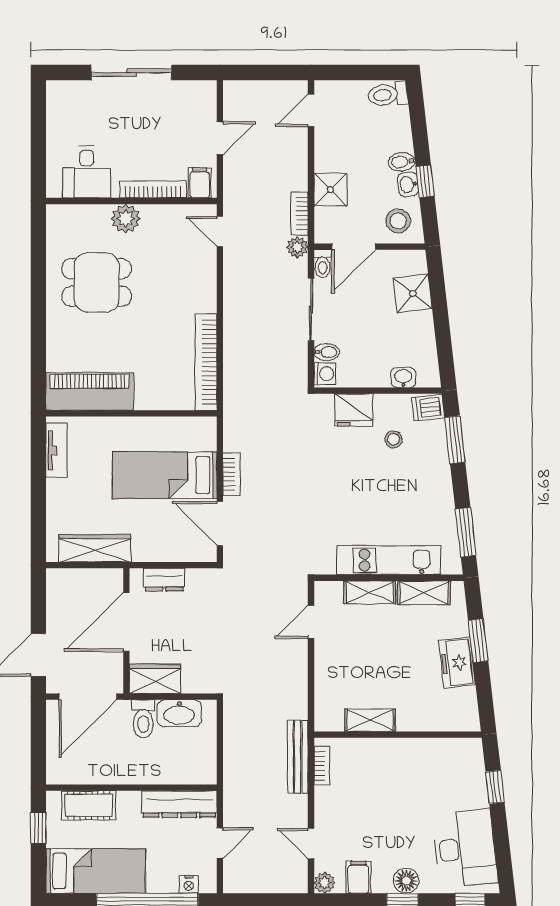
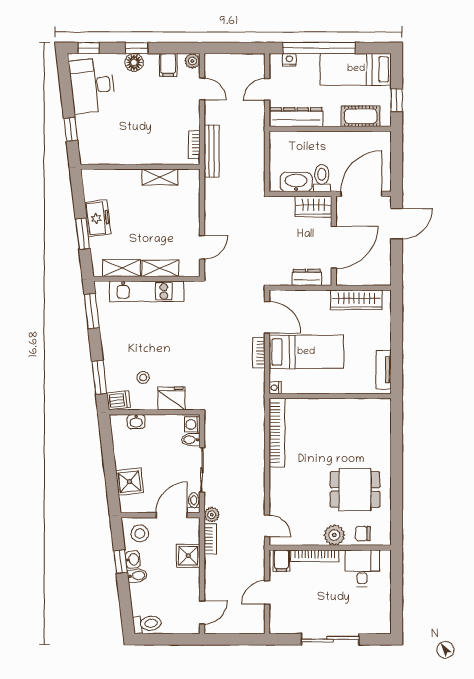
chair: (86, 221) -> (363, 534), added
piano: (90, 391) -> (360, 412), removed
nightstand: (209, 425) -> (275, 388), added

